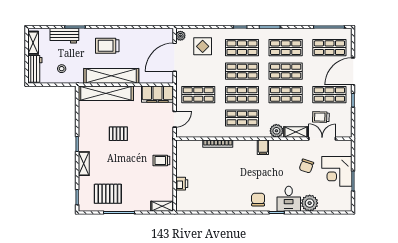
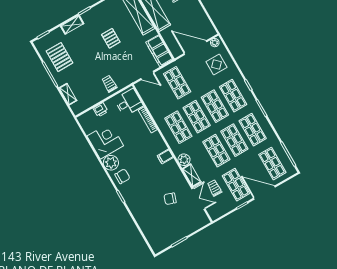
corner desk: (337, 171) -> (105, 141), moved, turned 90
desk: (289, 199) -> (129, 102), moved, turned 180
plant: (310, 203) -> (111, 163), moved
shelving: (162, 206) -> (68, 94), moved

